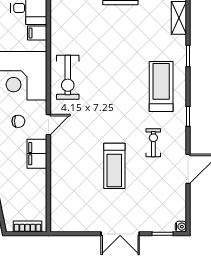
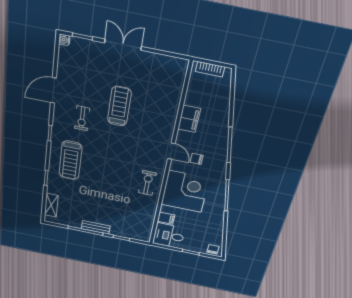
exercise bike: (68, 77) -> (147, 183), width x0.73, depth x0.72
door: (48, 125) -> (171, 151), swing flipped
filing cabinet: (37, 154) -> (189, 119), moved

